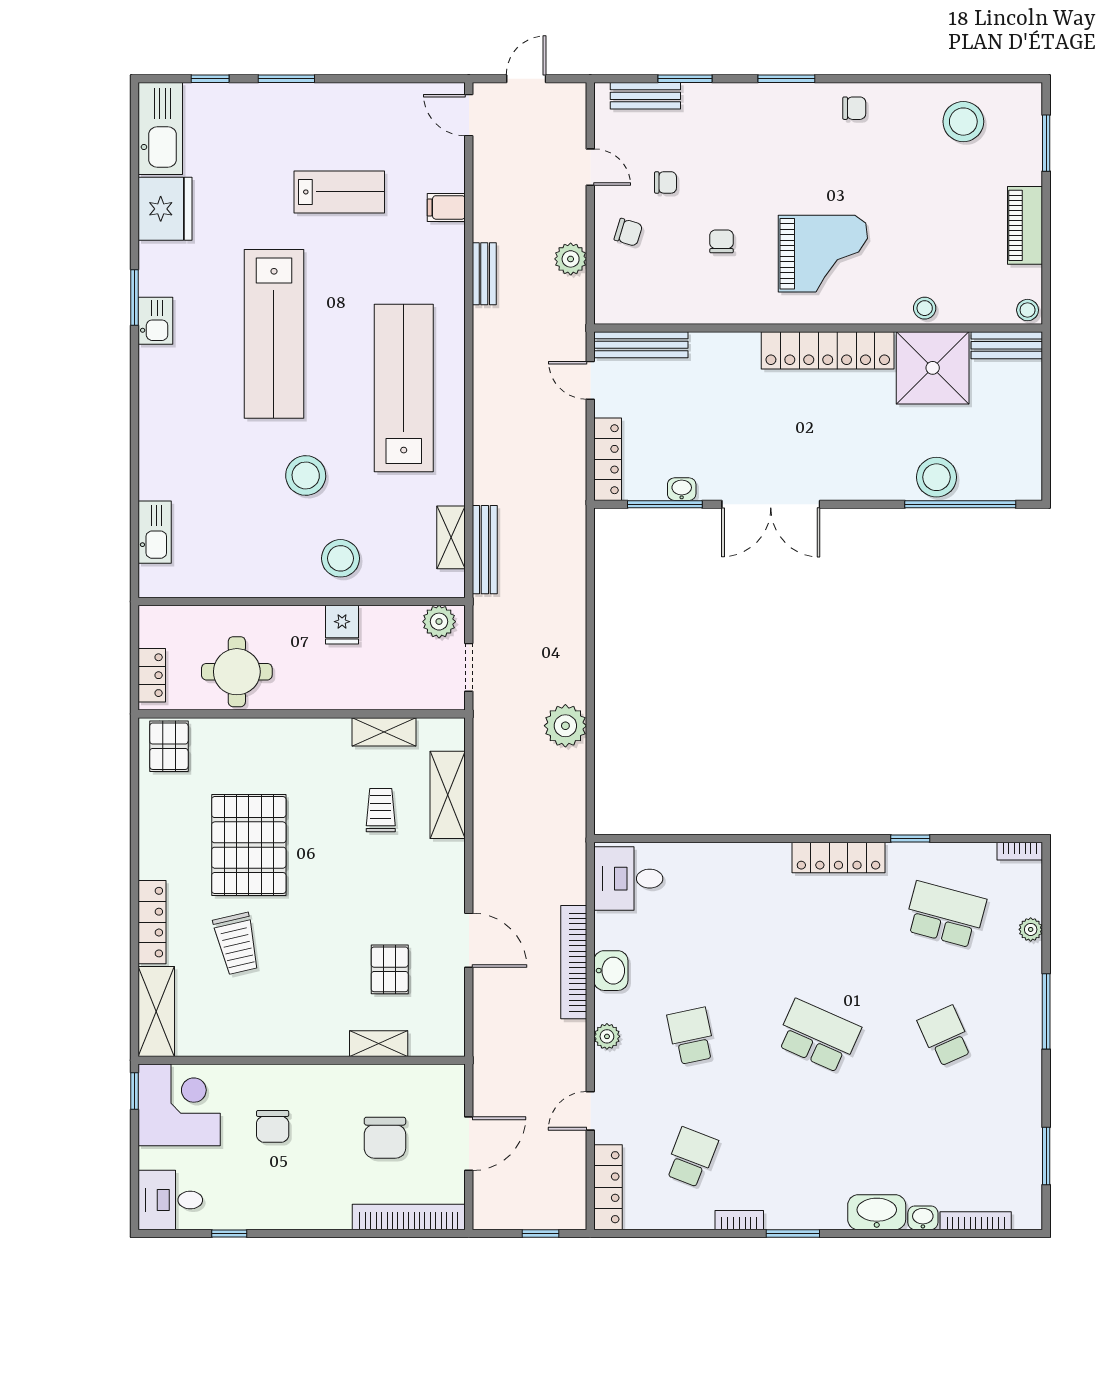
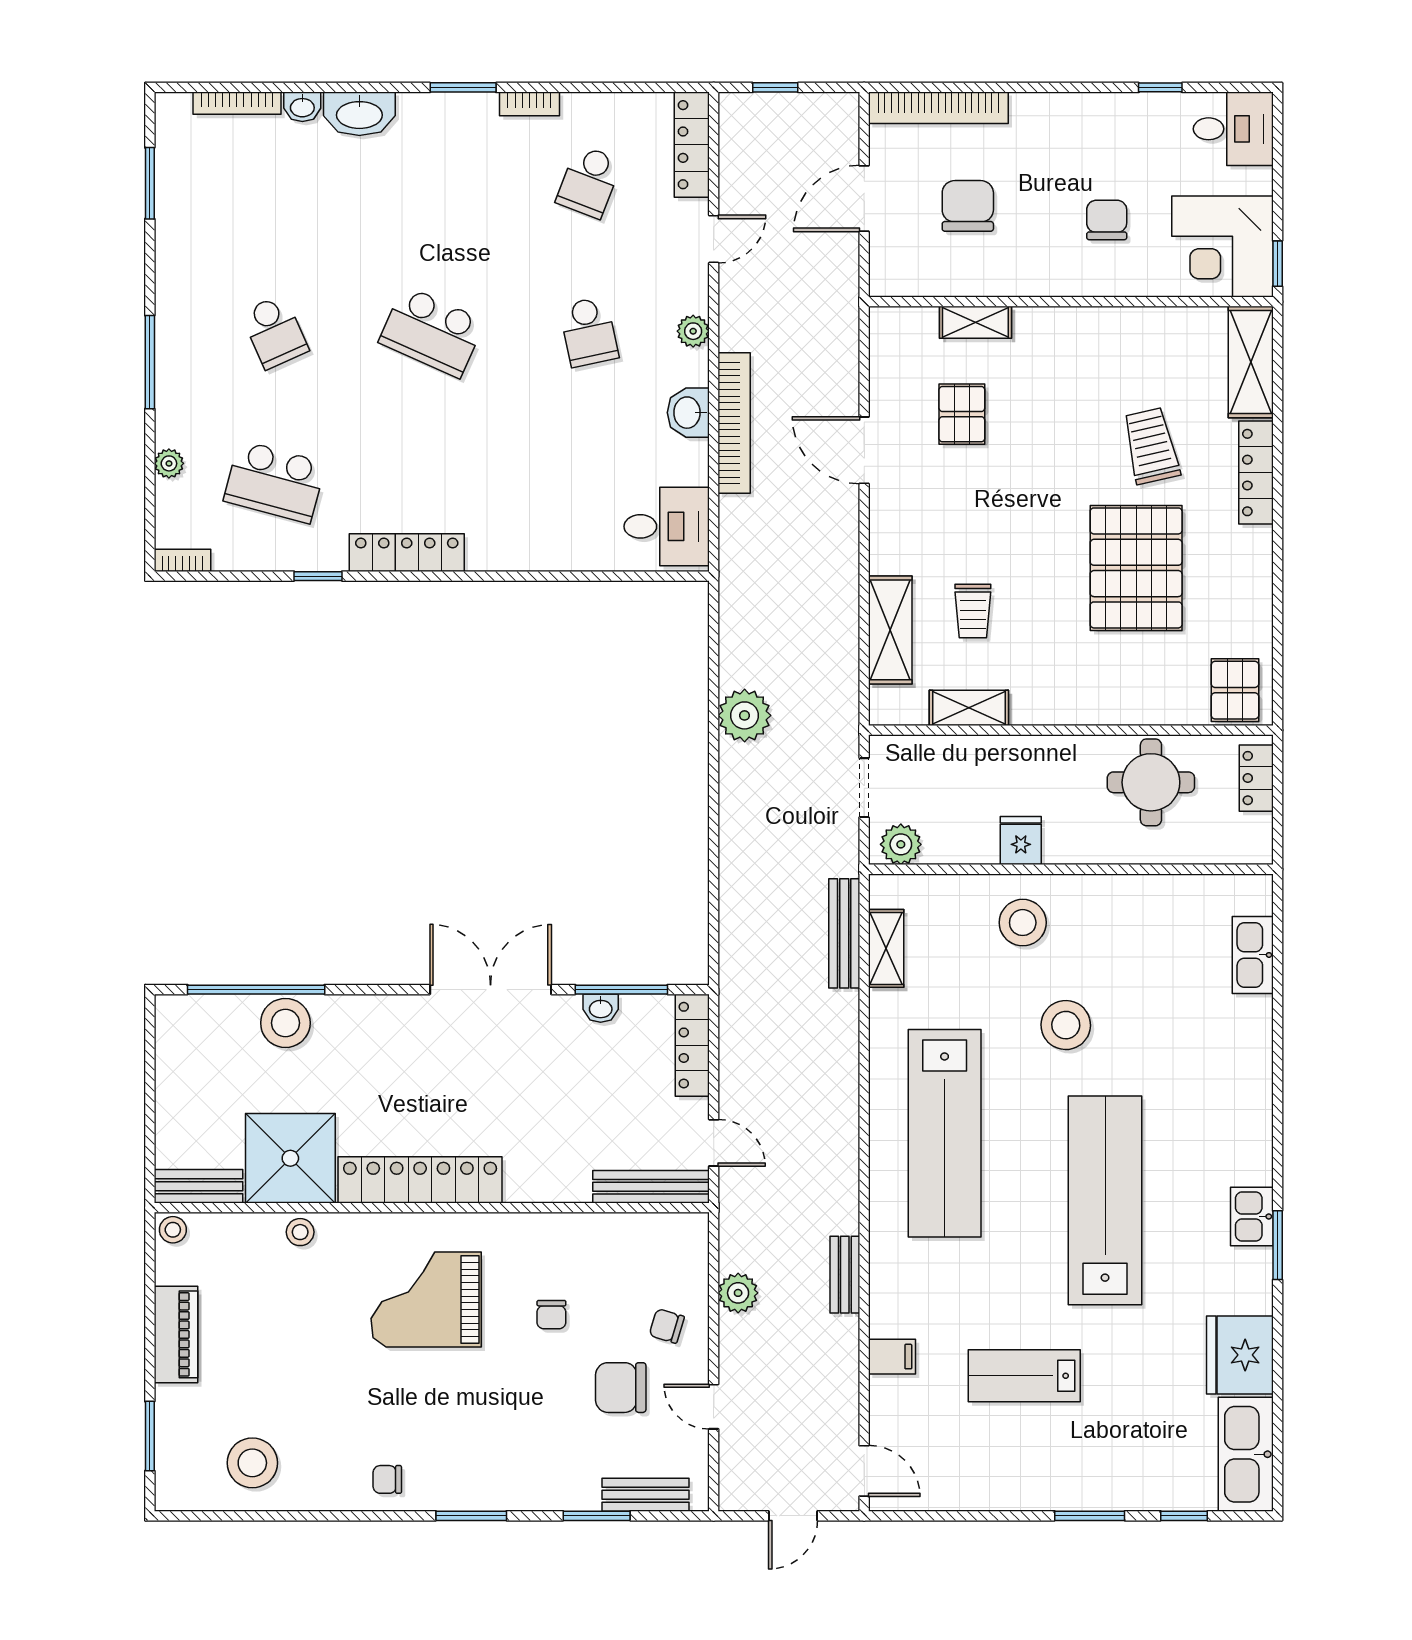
chair: (665, 182) -> (621, 1388), width x1.87, depth x1.87

